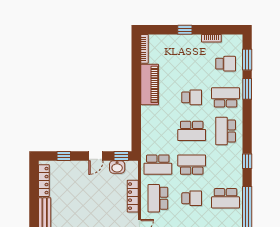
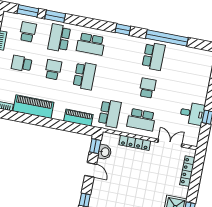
piano: (147, 133) -> (78, 118), added
school desk: (192, 165) -> (22, 64), moved, width x0.54

